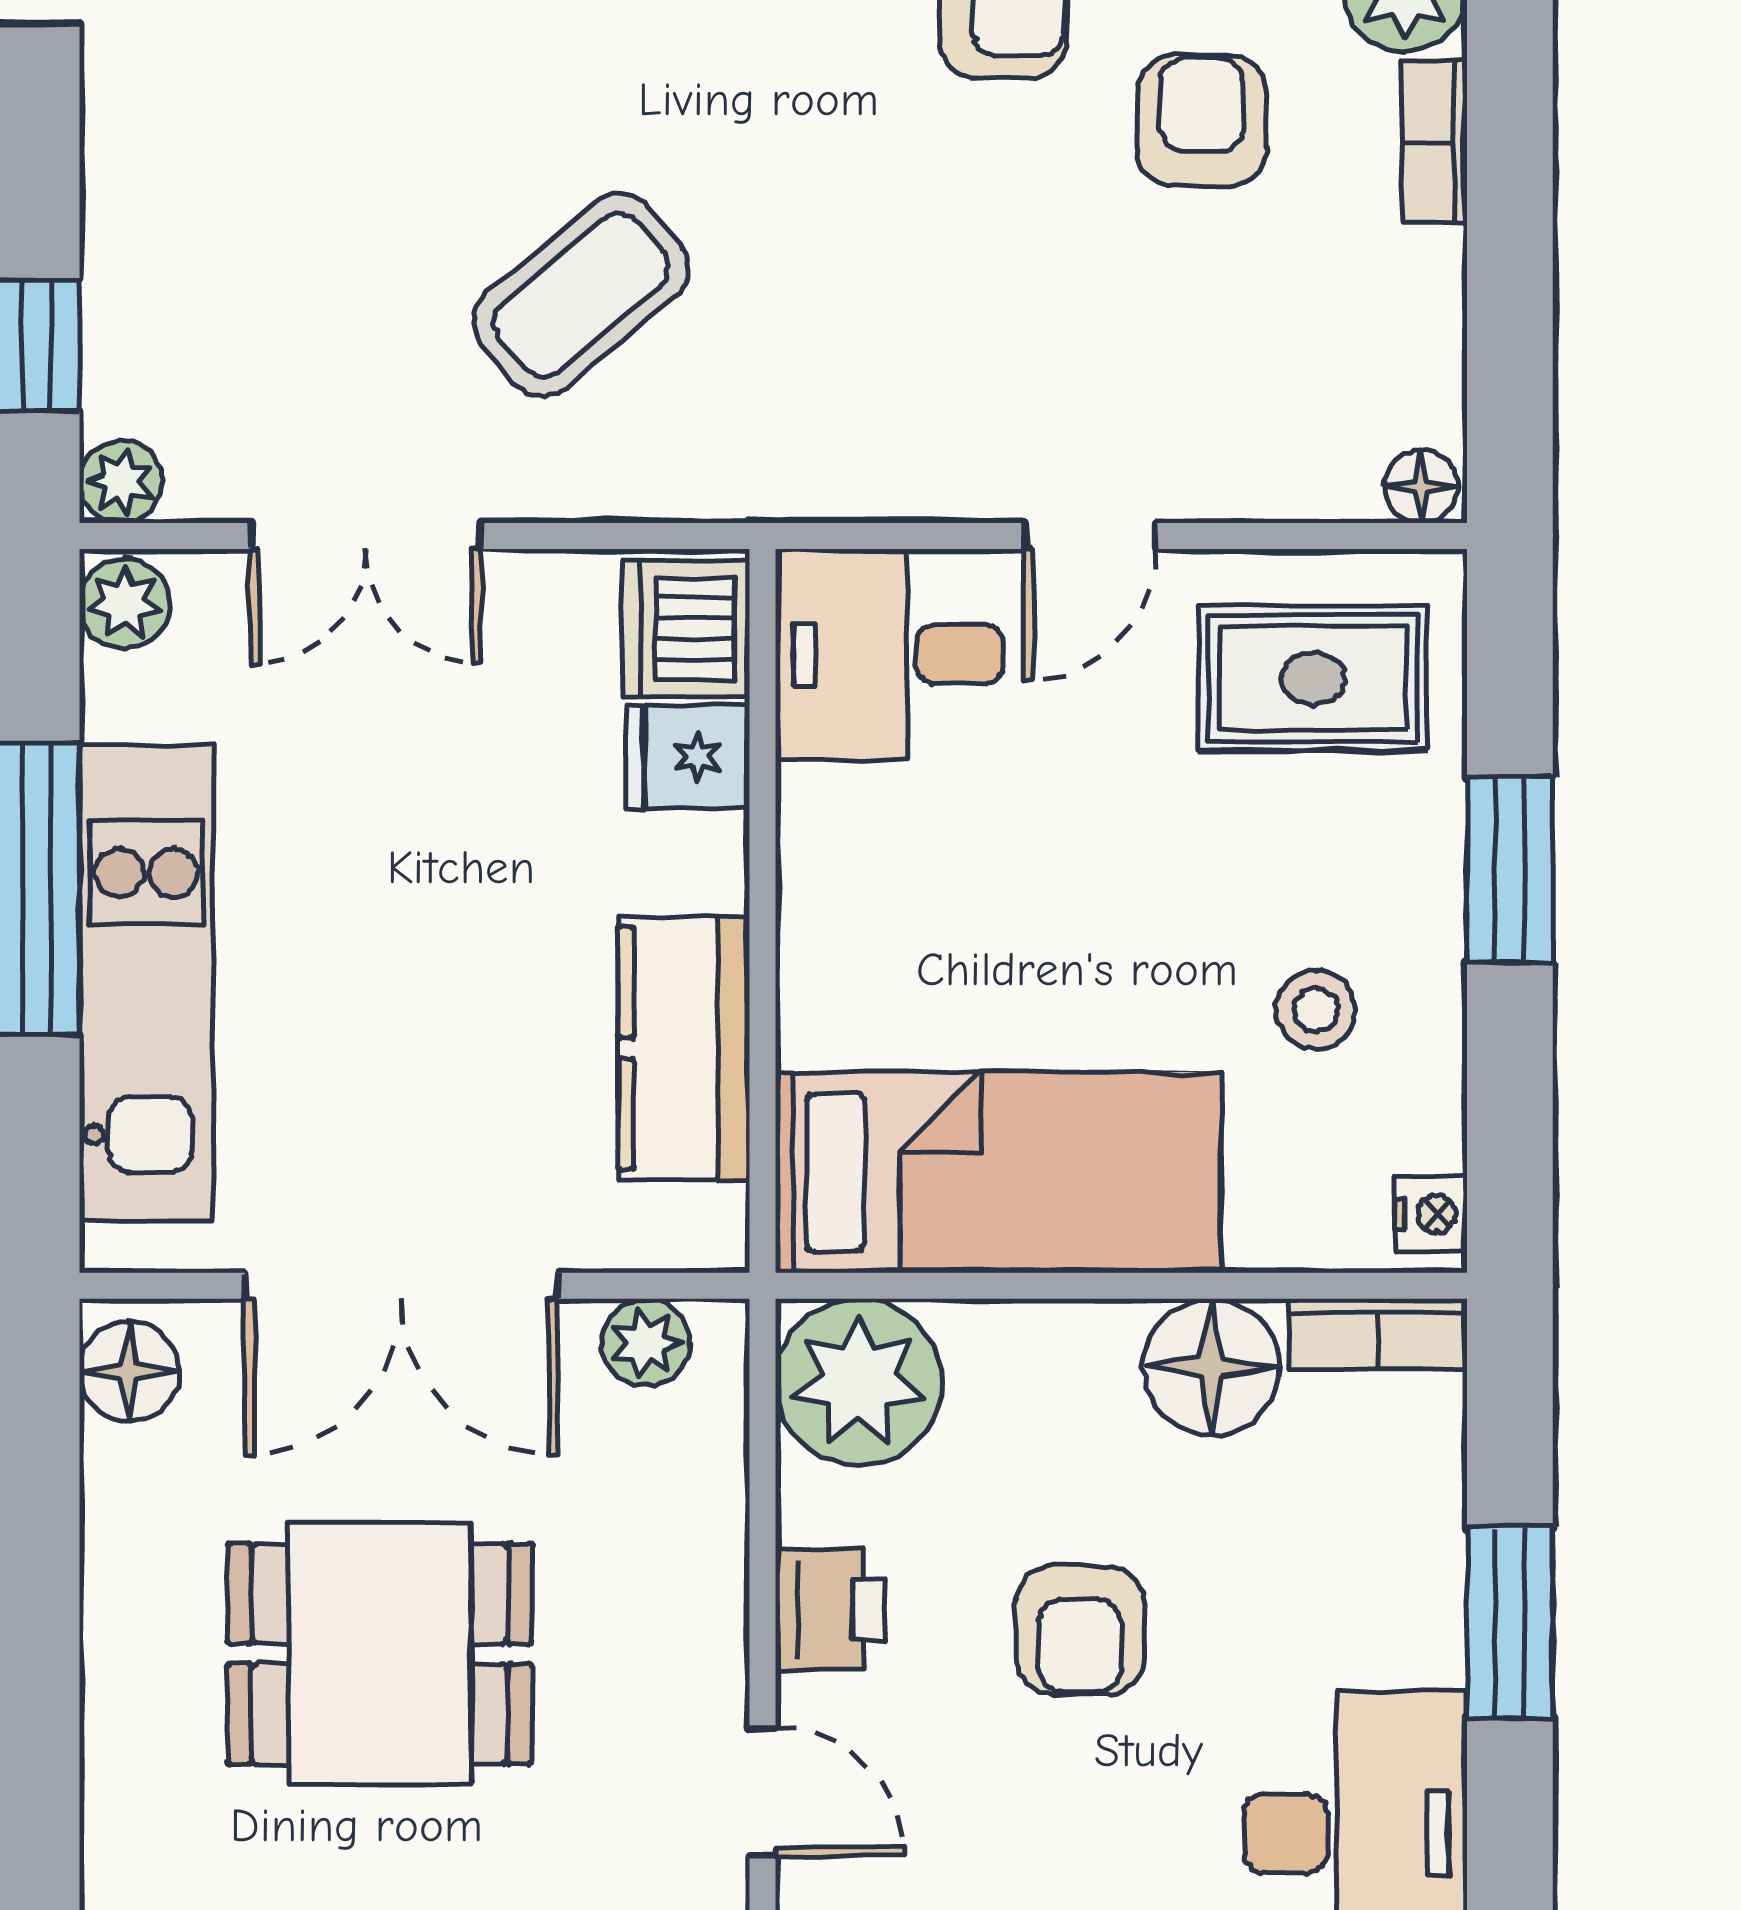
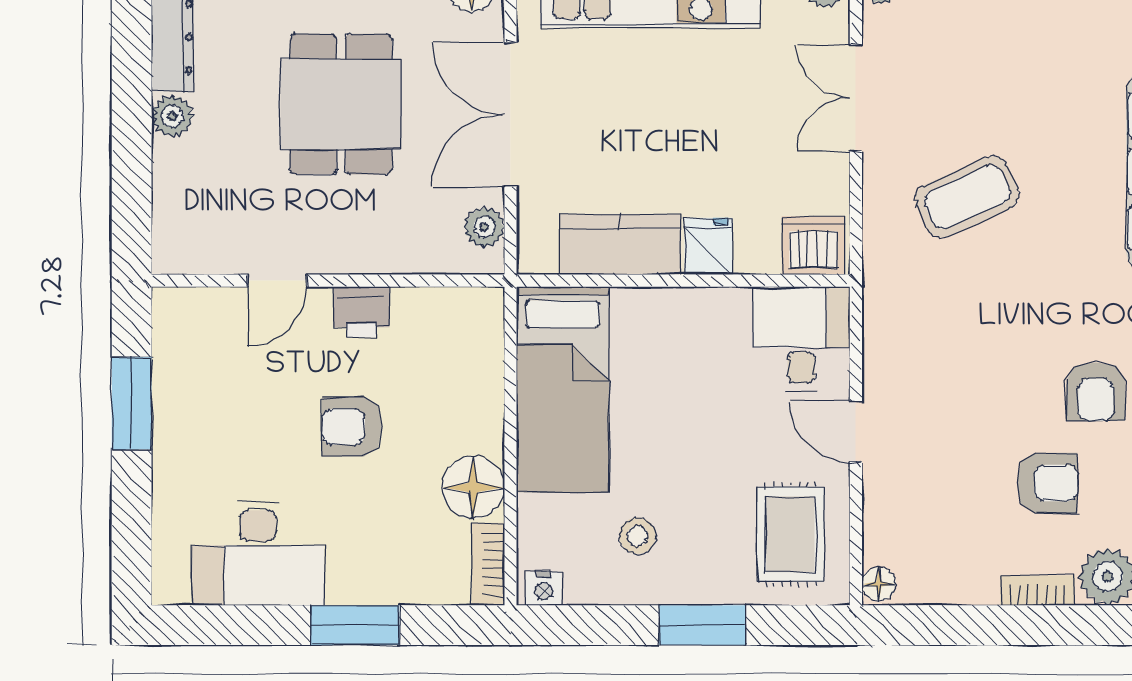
coffee table: (581, 295) -> (967, 197), turned -74
fridge: (688, 757) -> (708, 246), moved
plant: (859, 1382) -> (466, 325), removed

